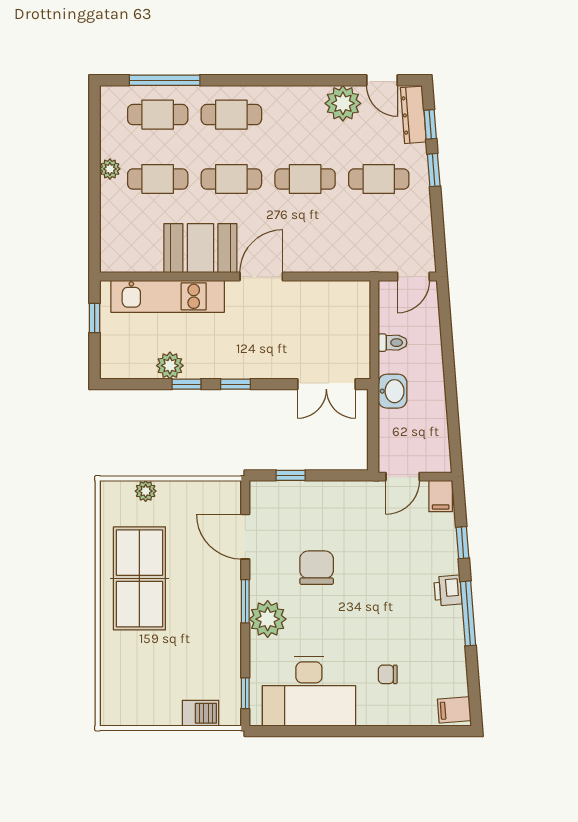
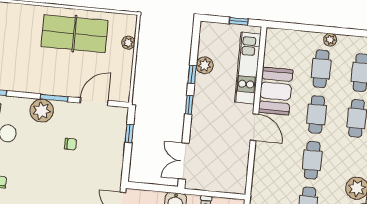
chair: (317, 568) -> (71, 144), width x0.54, depth x0.54

